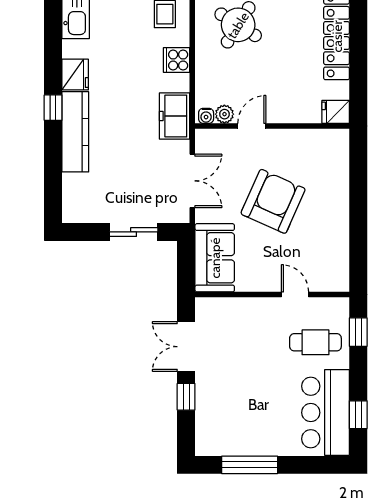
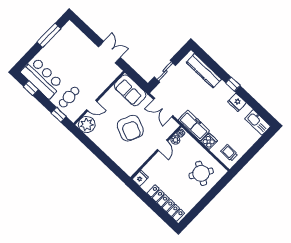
freezer: (175, 116) -> (194, 125), width x1.40
kitchen counter: (75, 132) -> (204, 71), moved
plant: (332, 274) -> (87, 124), added
window: (186, 397) -> (92, 36), removed

